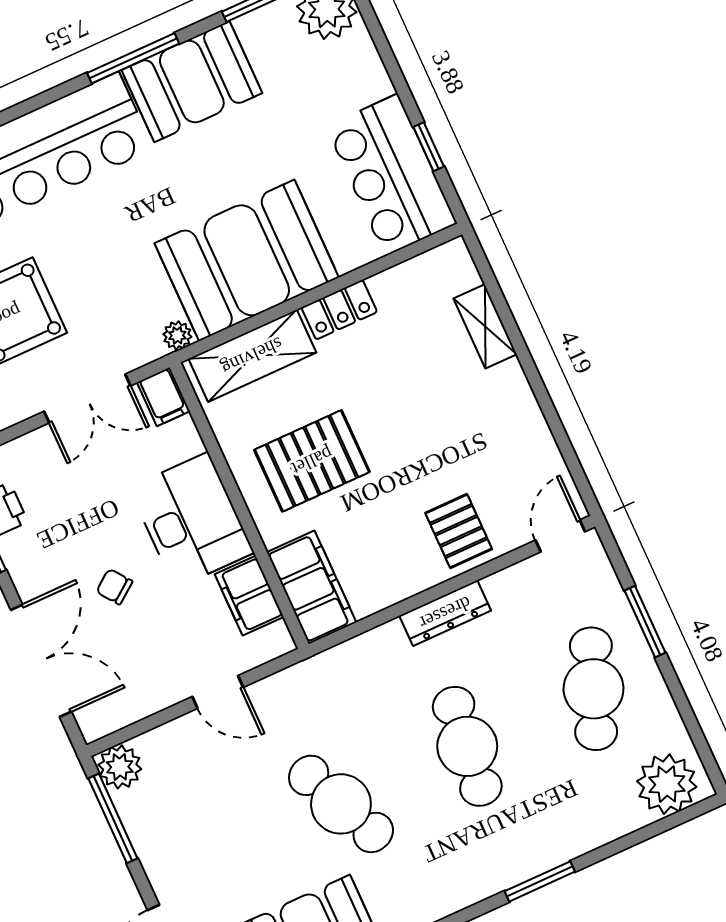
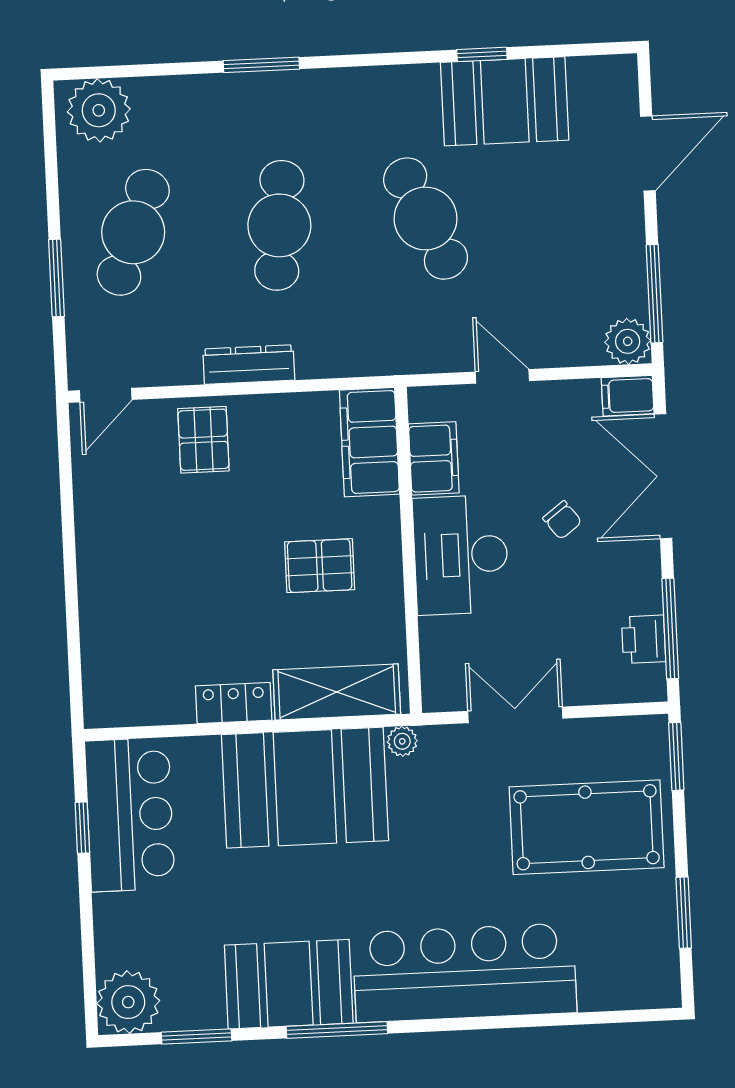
shelving: (485, 326) -> (97, 630), removed
filing cabinet: (163, 397) -> (628, 396), moved, turned -90
pallet: (312, 461) -> (320, 566), width x0.67, depth x0.71

